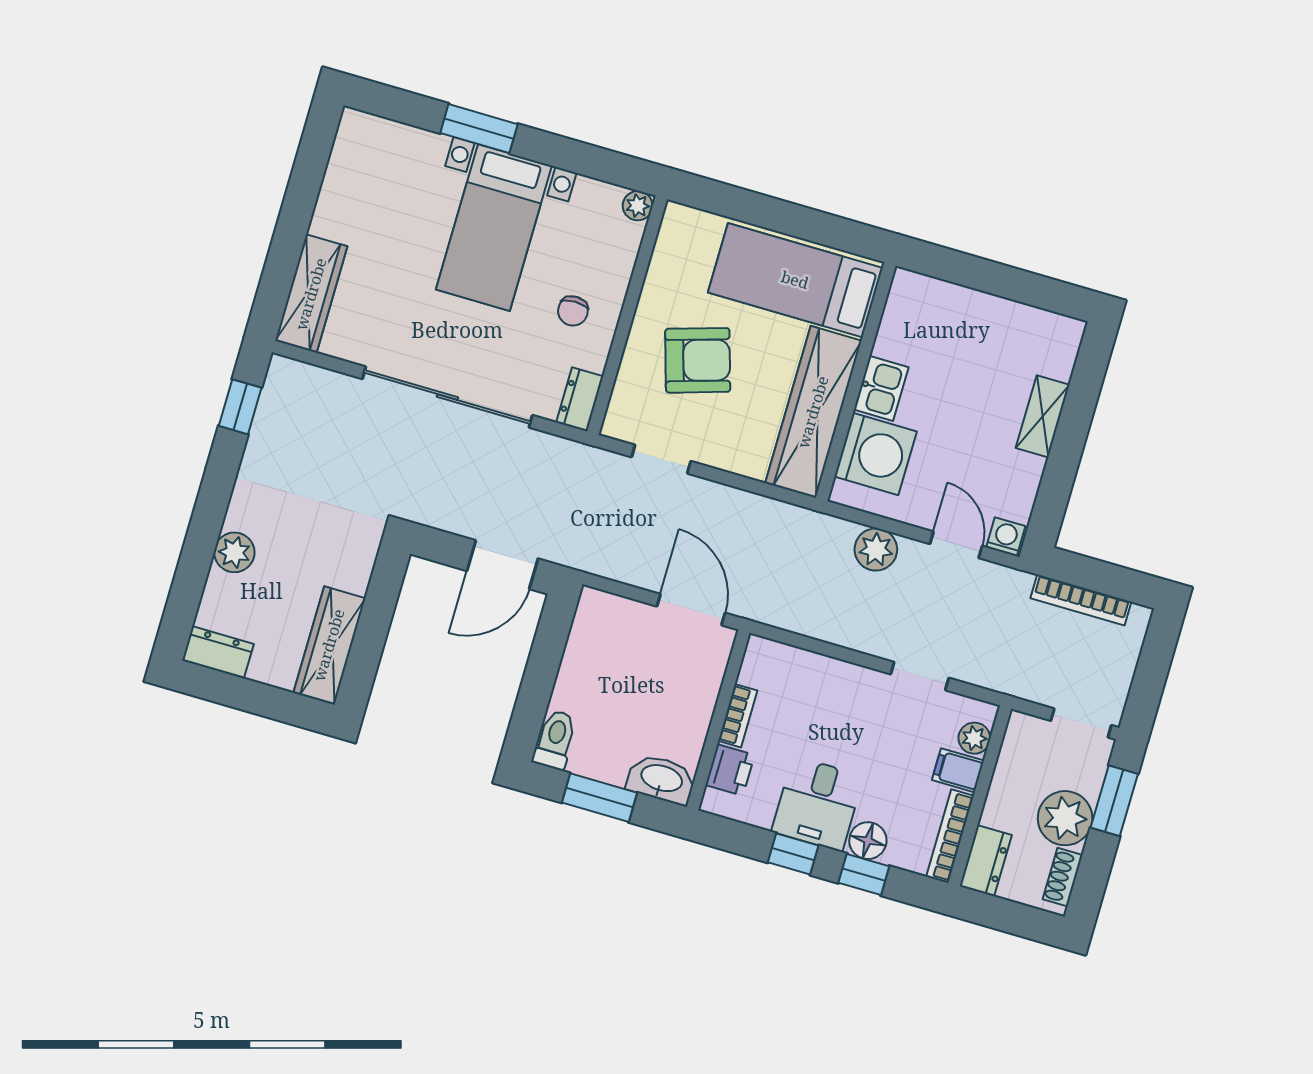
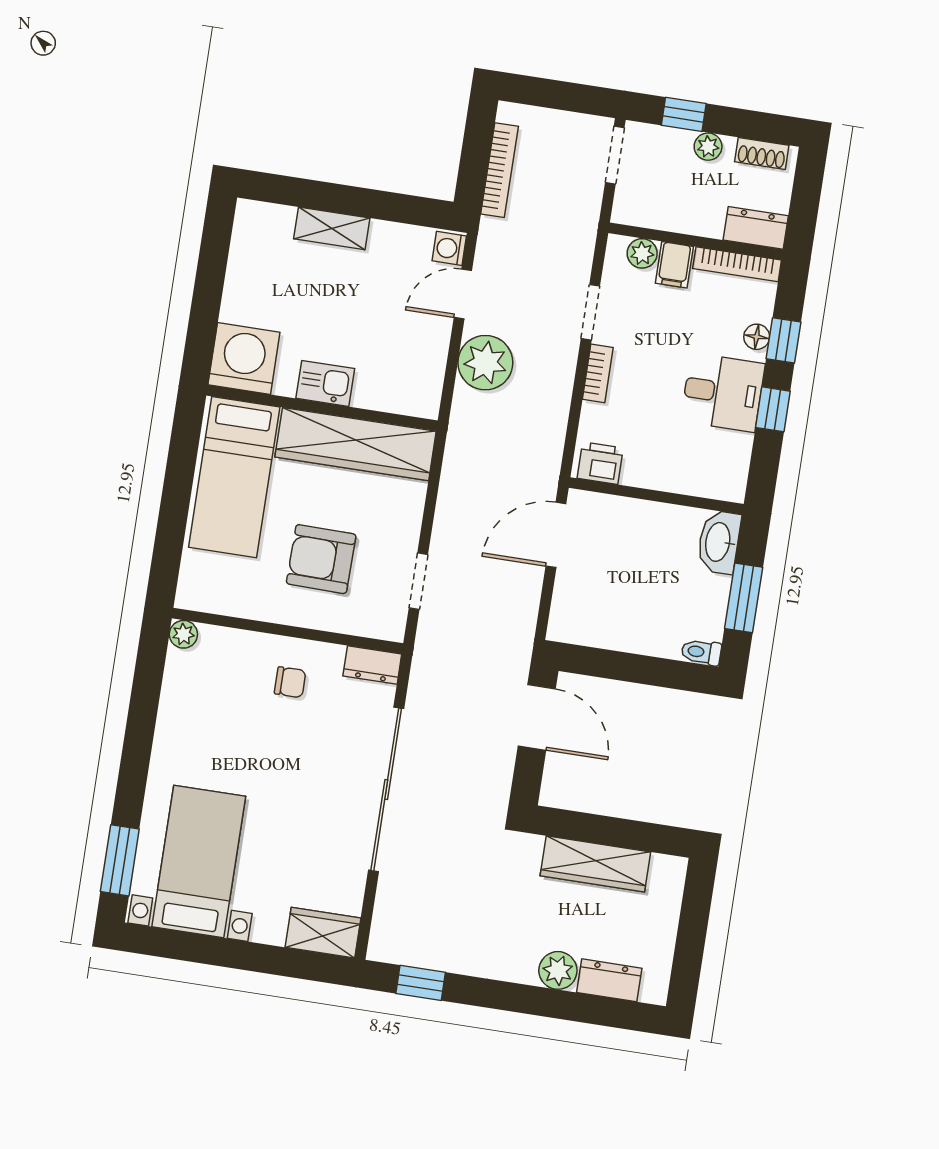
window: (479, 129) -> (120, 860), moved
bed with nightstands: (494, 228) -> (199, 861), moved, turned -90
wardrobe: (311, 294) -> (323, 933), width x0.67
armchair: (698, 360) -> (321, 559), turned -72
washing machine: (876, 454) -> (244, 359), moved
plant: (876, 549) -> (485, 363), width x1.36, depth x1.36
wardrobe: (329, 645) -> (595, 864), moved
dresser: (218, 652) -> (609, 980), moved, turned 90
bookcase: (738, 716) -> (598, 373), moved, turned 90
toilet: (555, 740) -> (701, 652), width x0.73, depth x0.72
printer: (730, 770) -> (600, 463), moved
window: (1114, 801) -> (684, 114), width x0.67
plant: (1065, 818) -> (708, 147), width x0.53, depth x0.53
floor lamp: (868, 841) -> (757, 337), width x0.73, depth x0.73

